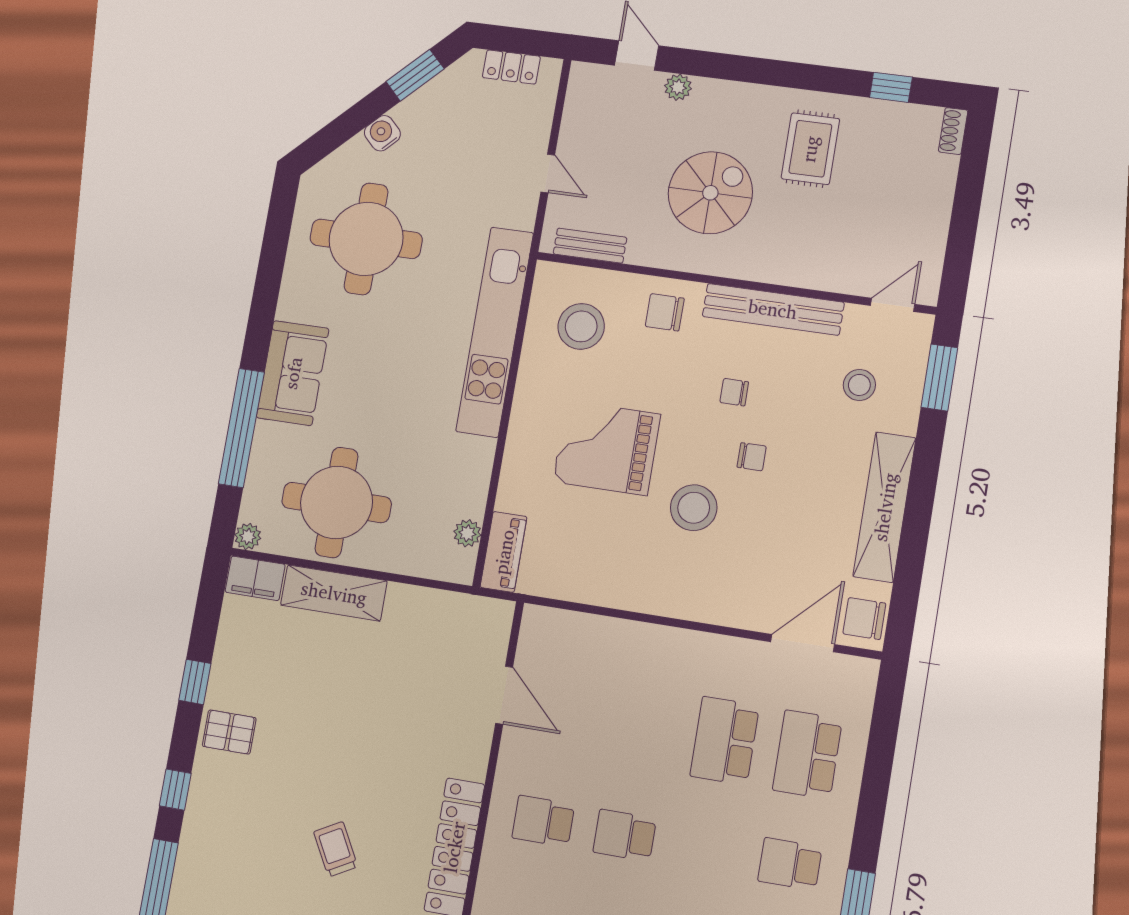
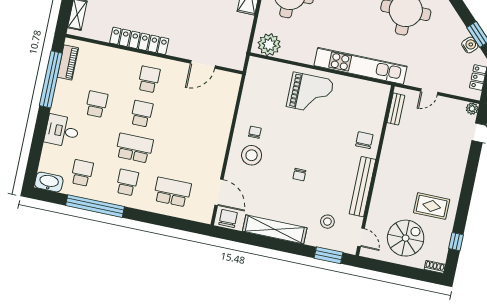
plant: (678, 87) -> (472, 109), moved
water cooler: (382, 133) -> (470, 45), moved
spiral stairs: (710, 193) -> (406, 238), moved, turned -90
stool: (581, 326) -> (361, 104), removed
chair: (734, 392) -> (255, 132), moved
grand piano: (607, 448) -> (310, 93), moved, turned 90
stool: (694, 508) -> (252, 155), moved
plant: (467, 533) -> (269, 45), width x1.88, depth x1.88
piano: (504, 552) -> (264, 66), removed
school desk: (725, 741) -> (134, 148), moved

